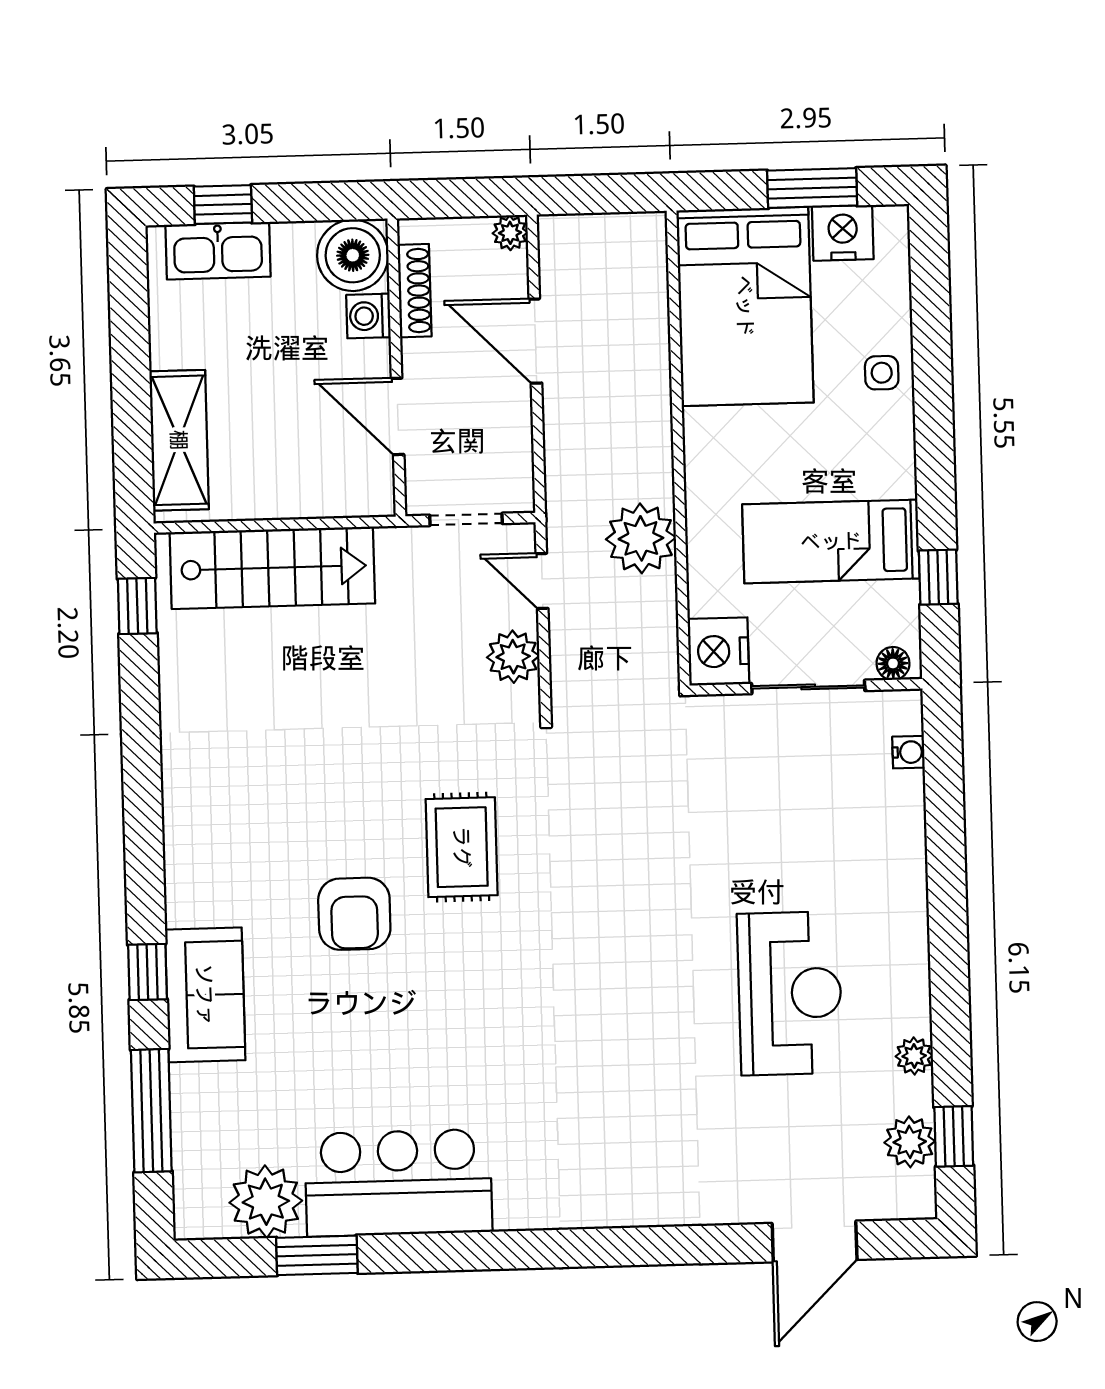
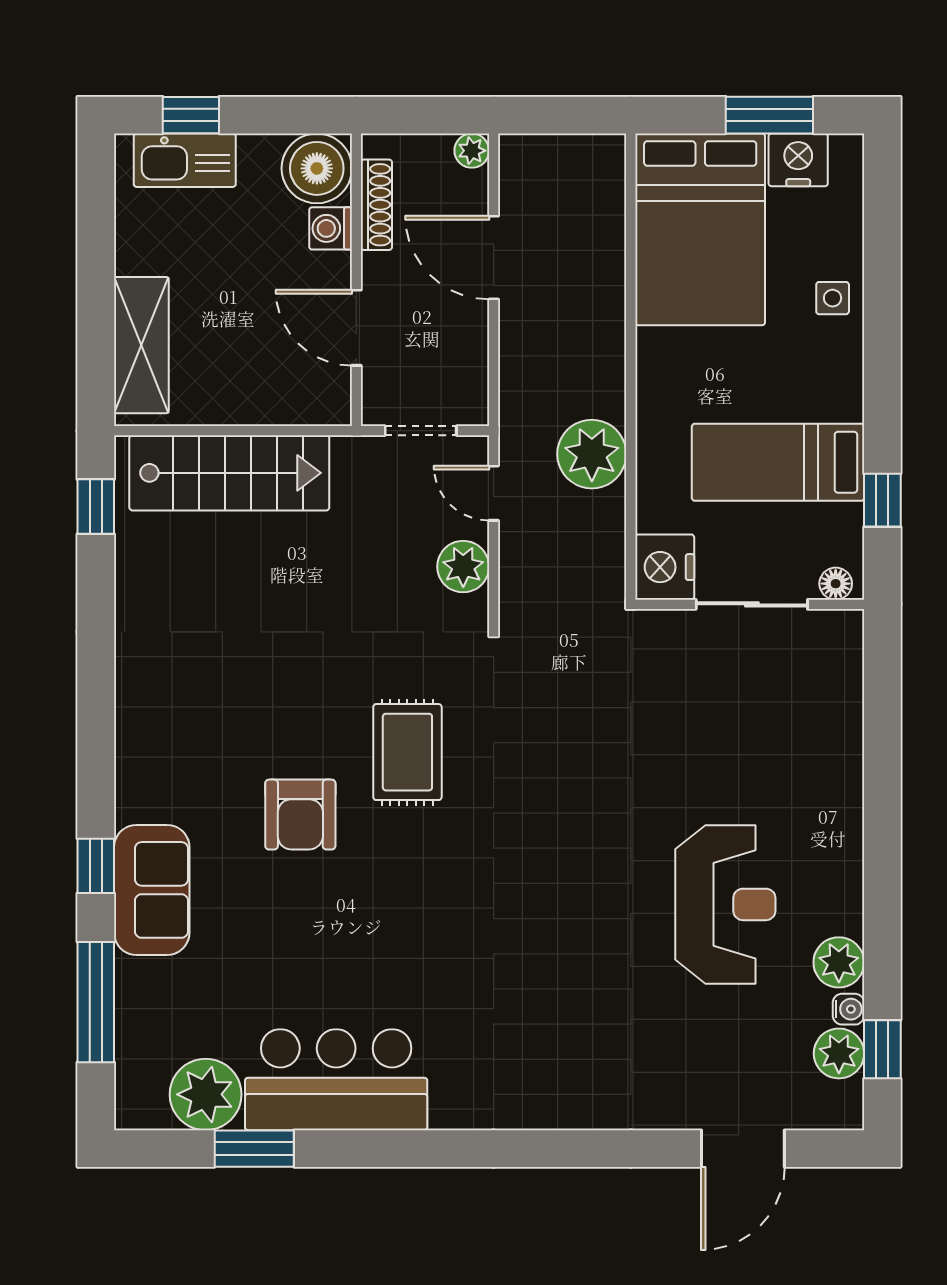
water cooler: (908, 752) -> (848, 1009), moved
plant: (914, 1056) -> (839, 962), width x1.38, depth x1.38

